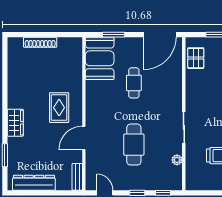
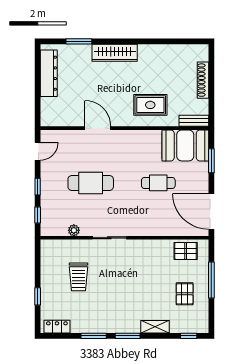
rug: (59, 108) -> (150, 105), moved
wardrobe: (15, 123) -> (115, 53), width x1.50
bench: (77, 177) -> (194, 121), moved

